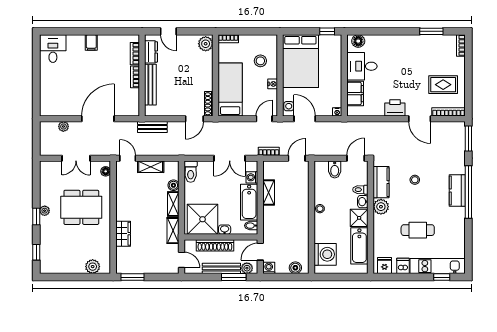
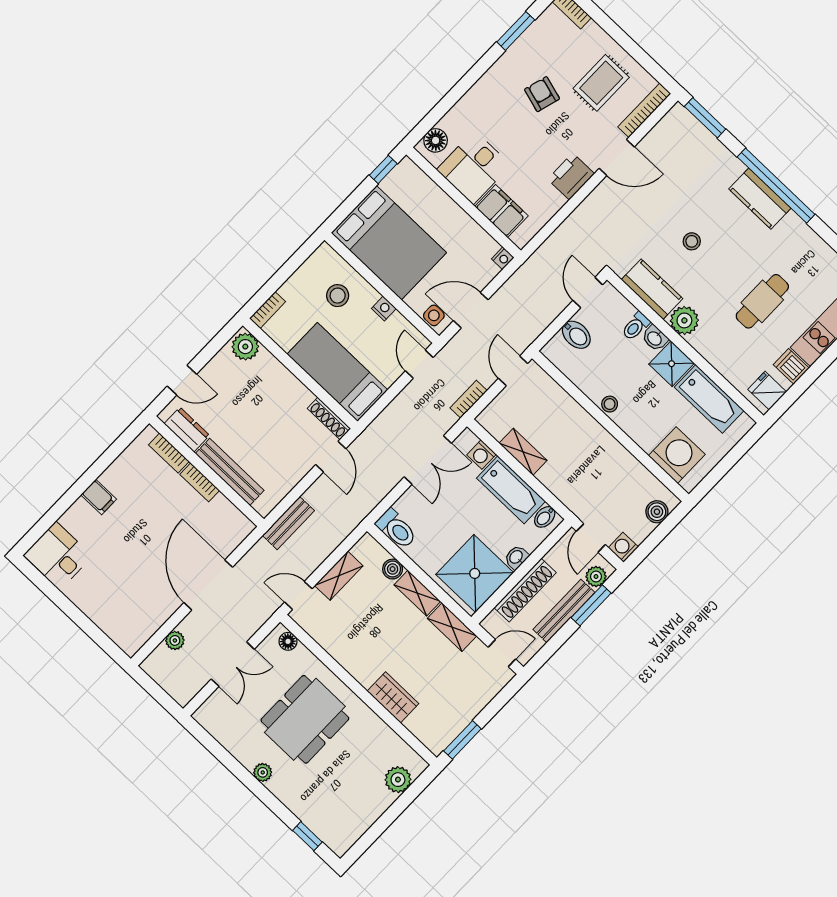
armchair: (416, 66) -> (542, 94), added
window: (36, 216) -> (260, 791), removed

